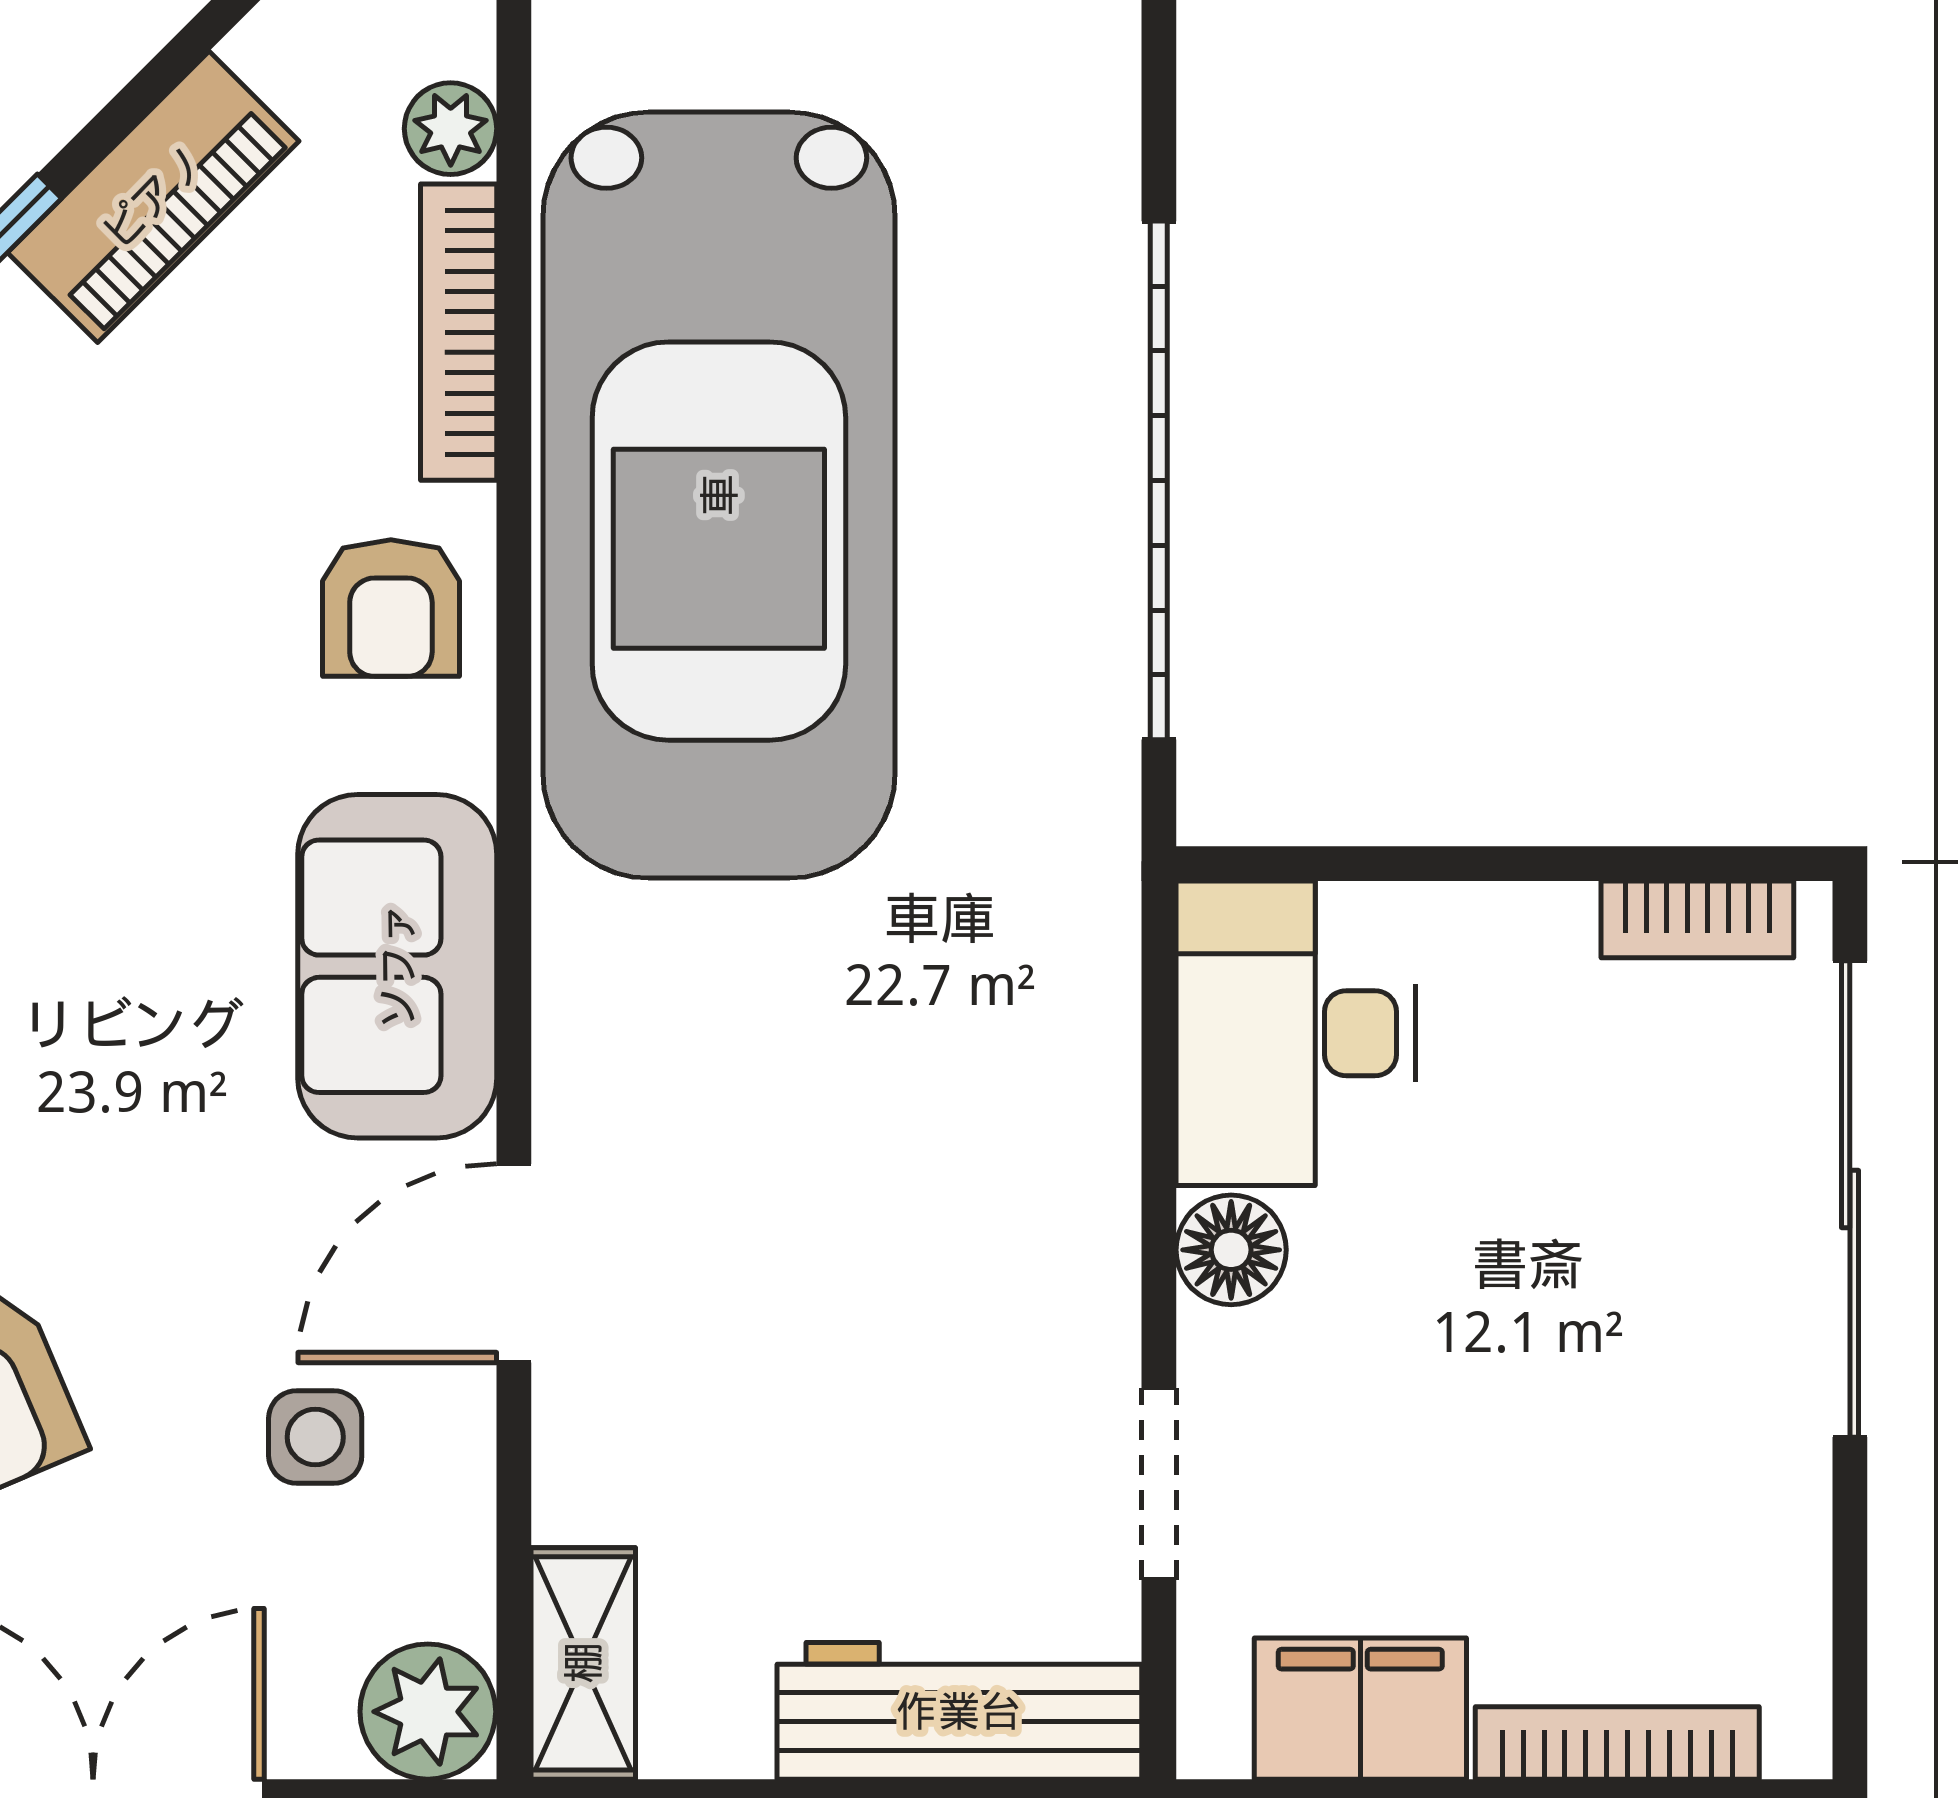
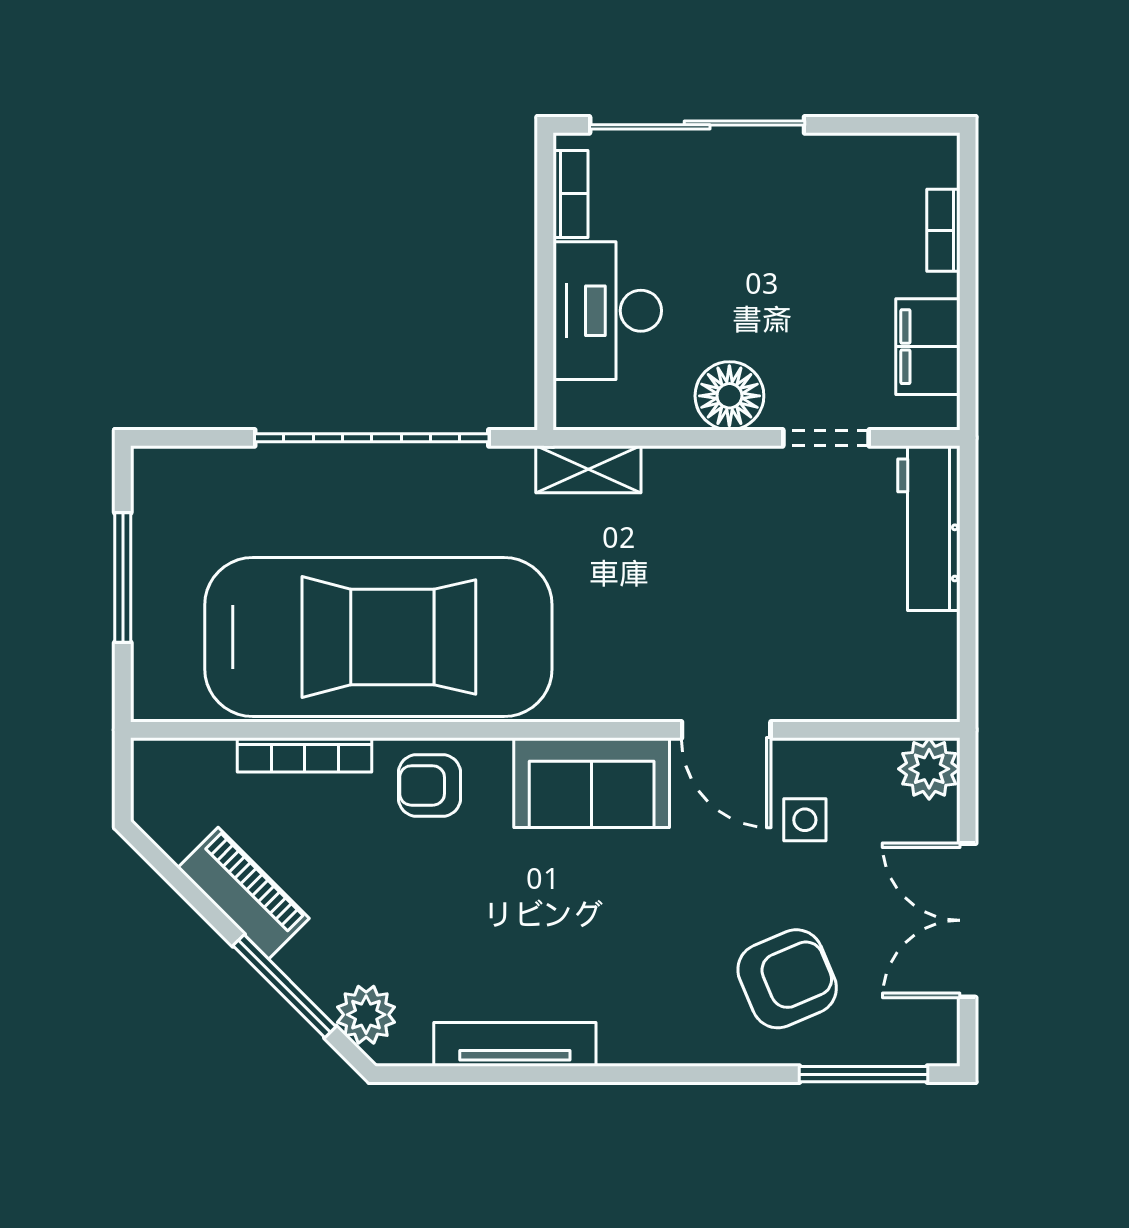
plant: (451, 129) -> (212, 759), removed
armchair: (391, 608) -> (430, 785), turned 180
desk: (1296, 1033) -> (607, 311), moved, turned 90
floor lamp: (1231, 1250) -> (729, 396), width x1.38, depth x1.38
shelving: (583, 1663) -> (588, 469), moved
bookcase: (1617, 1743) -> (943, 230), width x0.64

